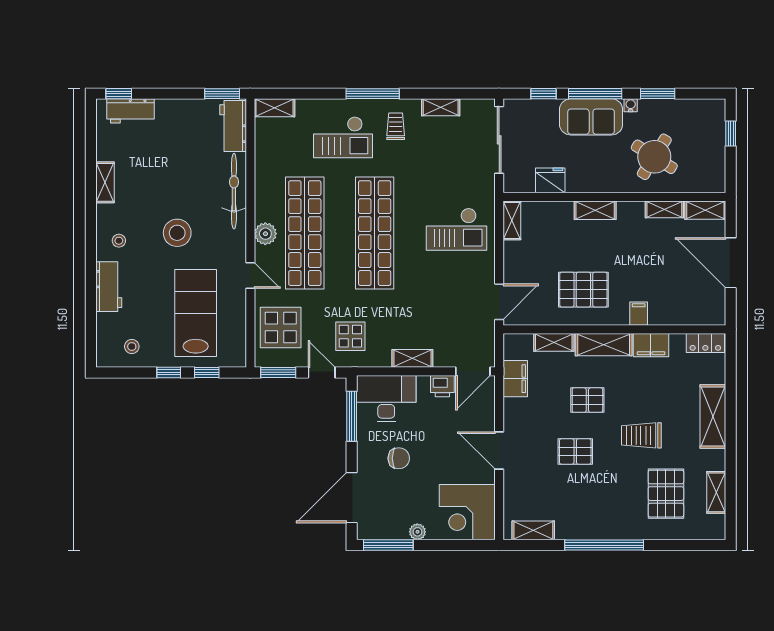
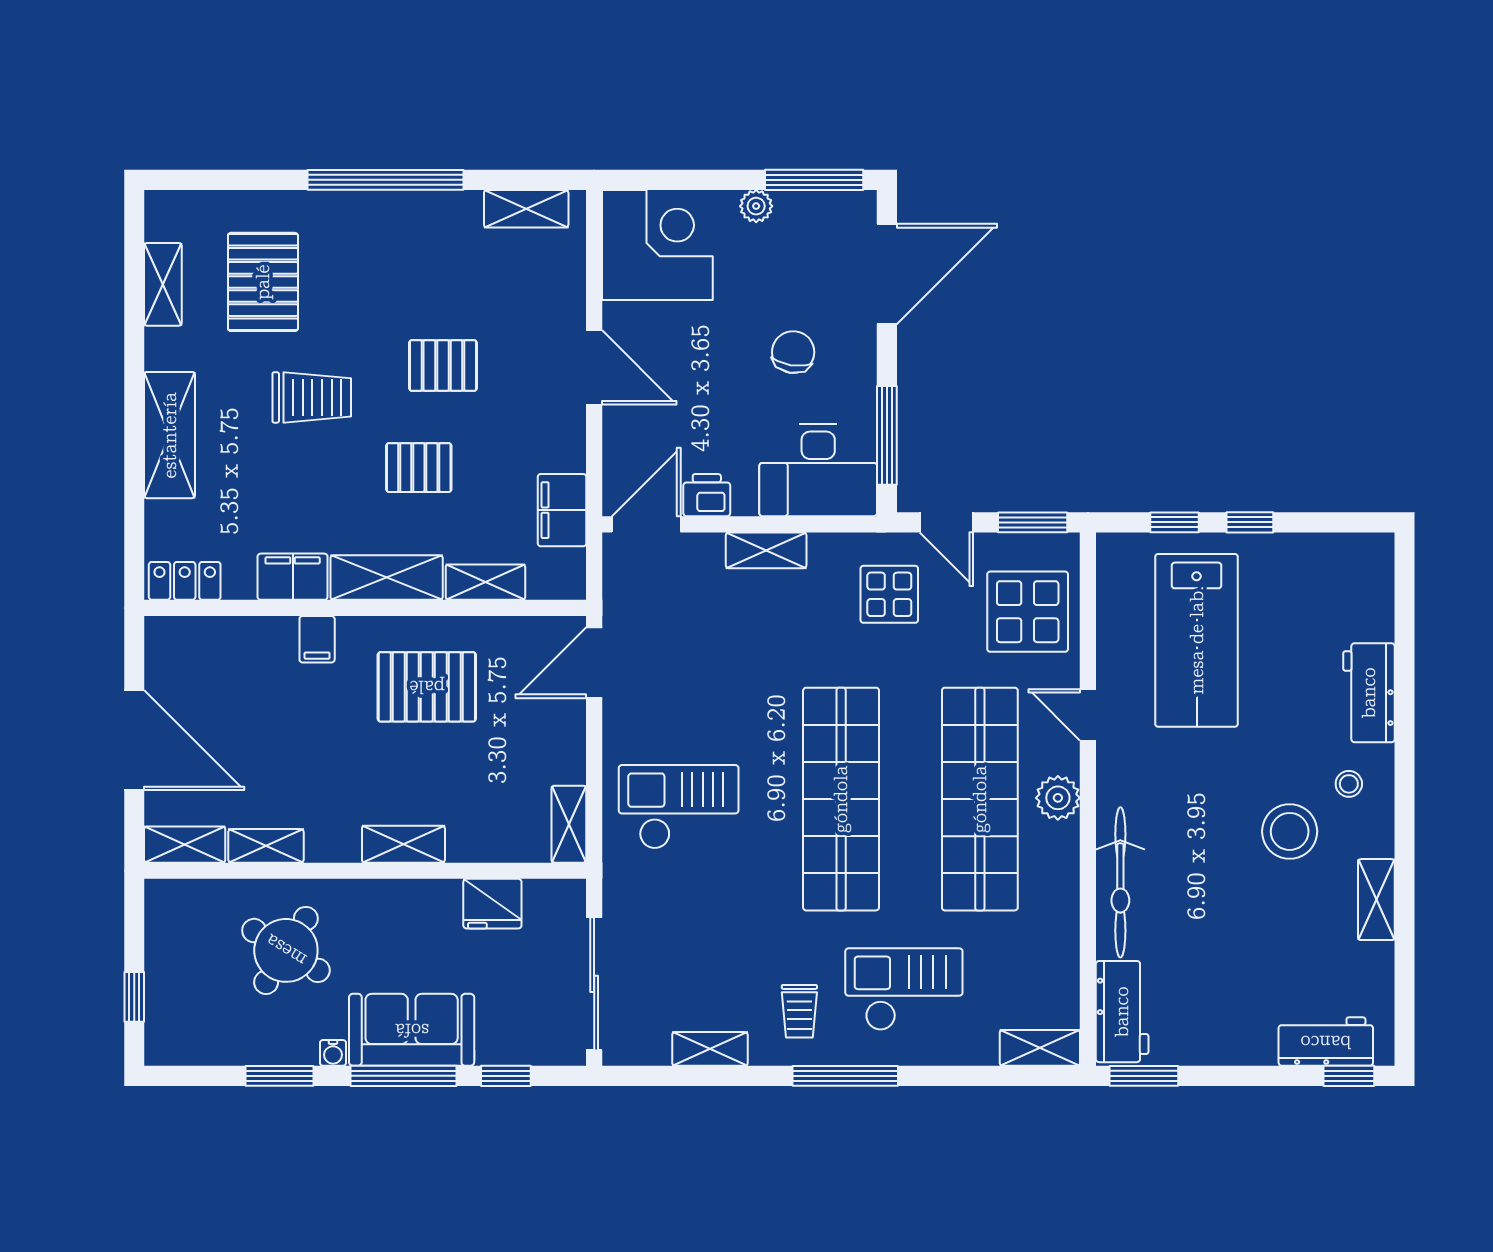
stool: (177, 233) -> (1290, 831), moved
stool: (132, 346) -> (1323, 574), removed
chair: (399, 458) -> (793, 352), turned 99

